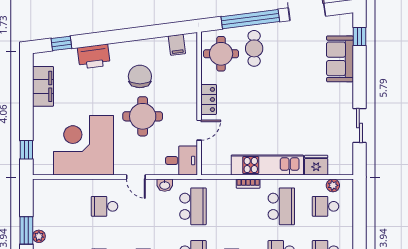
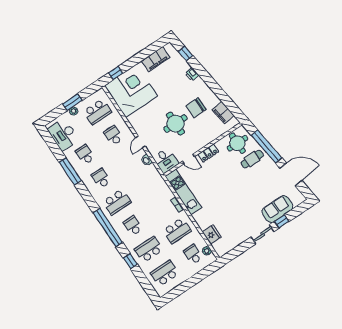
window: (359, 36) -> (282, 221), moved
filing cabinet: (177, 45) -> (223, 113), width x2.00
printer: (94, 56) -> (192, 74), width x0.53, depth x0.68
chair: (140, 76) -> (196, 108), turned 180
sliding door: (359, 126) -> (263, 234), moved
corner desk: (84, 145) -> (131, 91), moved
kitchen unit: (267, 165) -> (183, 192), moved
school desk: (193, 206) -> (97, 112), moved

